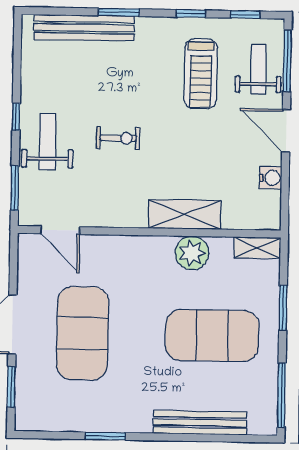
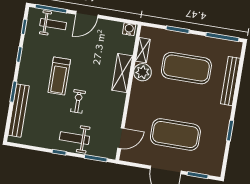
weight bench: (258, 69) -> (53, 24), turned 180
treadmill: (201, 74) -> (59, 76), moved, turned 90
water cooler: (271, 178) -> (129, 29), moved
shelving: (257, 248) -> (143, 50), moved
exercise mat: (212, 335) -> (186, 68), turned 90

